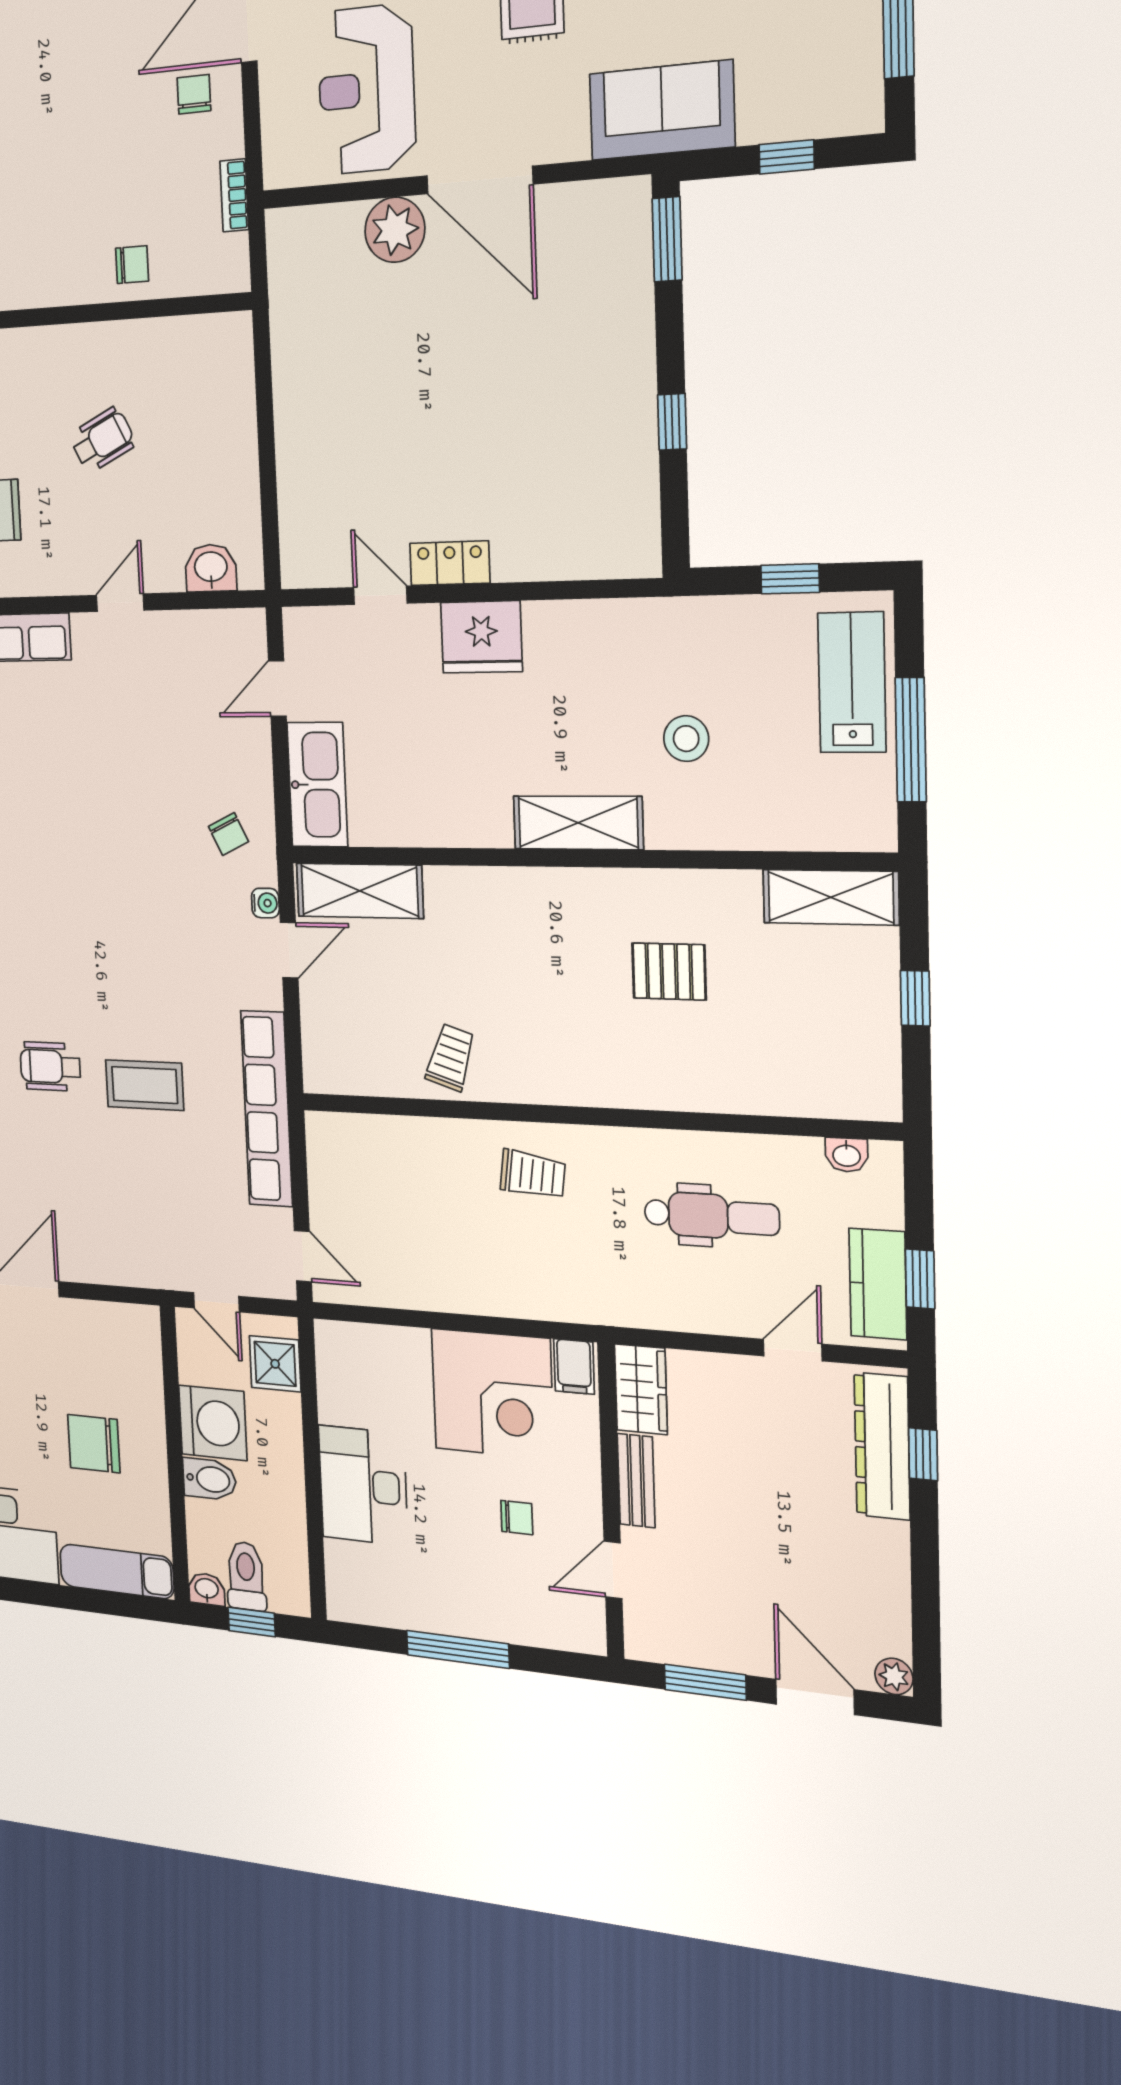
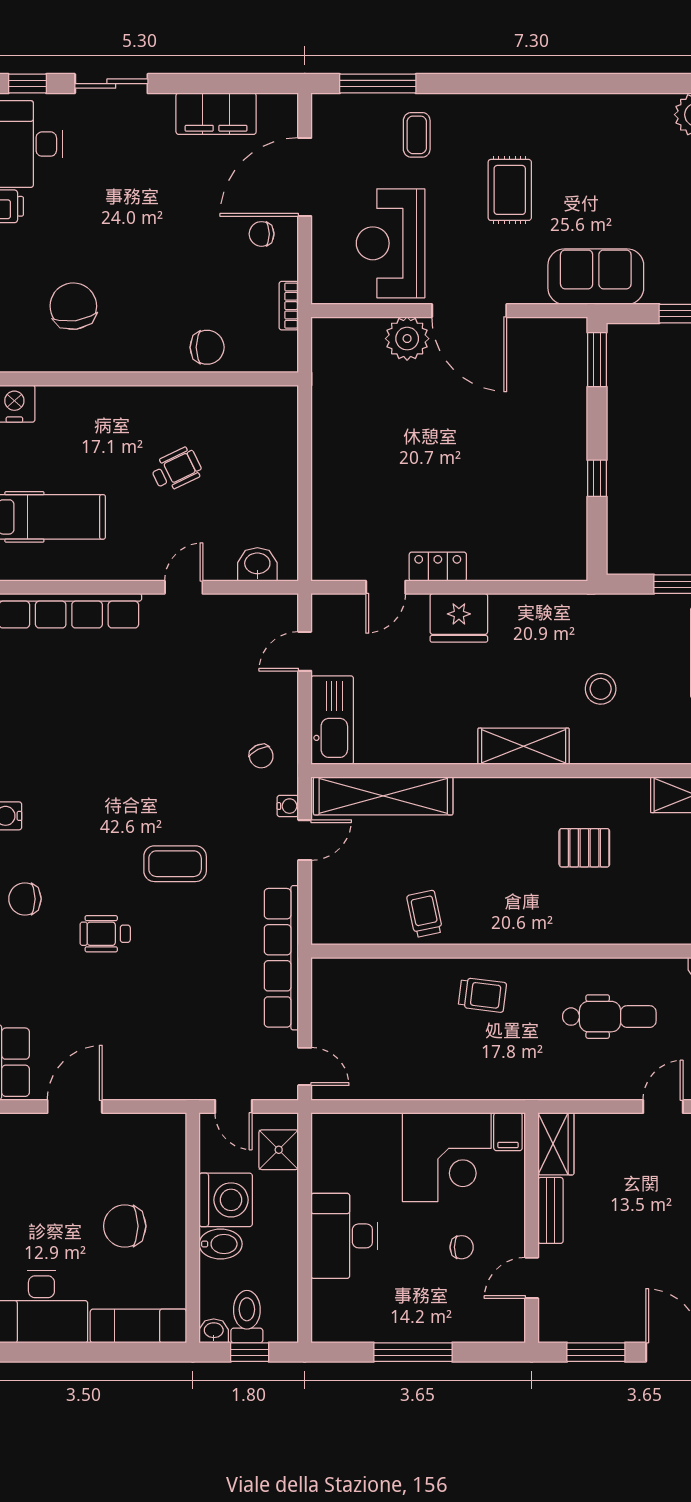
chair: (194, 94) -> (262, 234), turned -90
chair: (132, 265) -> (207, 347), width x1.37, depth x1.37
door: (380, 595) -> (386, 587), swing flipped
shelving: (360, 891) -> (383, 796), width x1.47
trolley: (451, 1057) -> (425, 914), turned -30
coffee table: (145, 1085) -> (175, 864), moved

